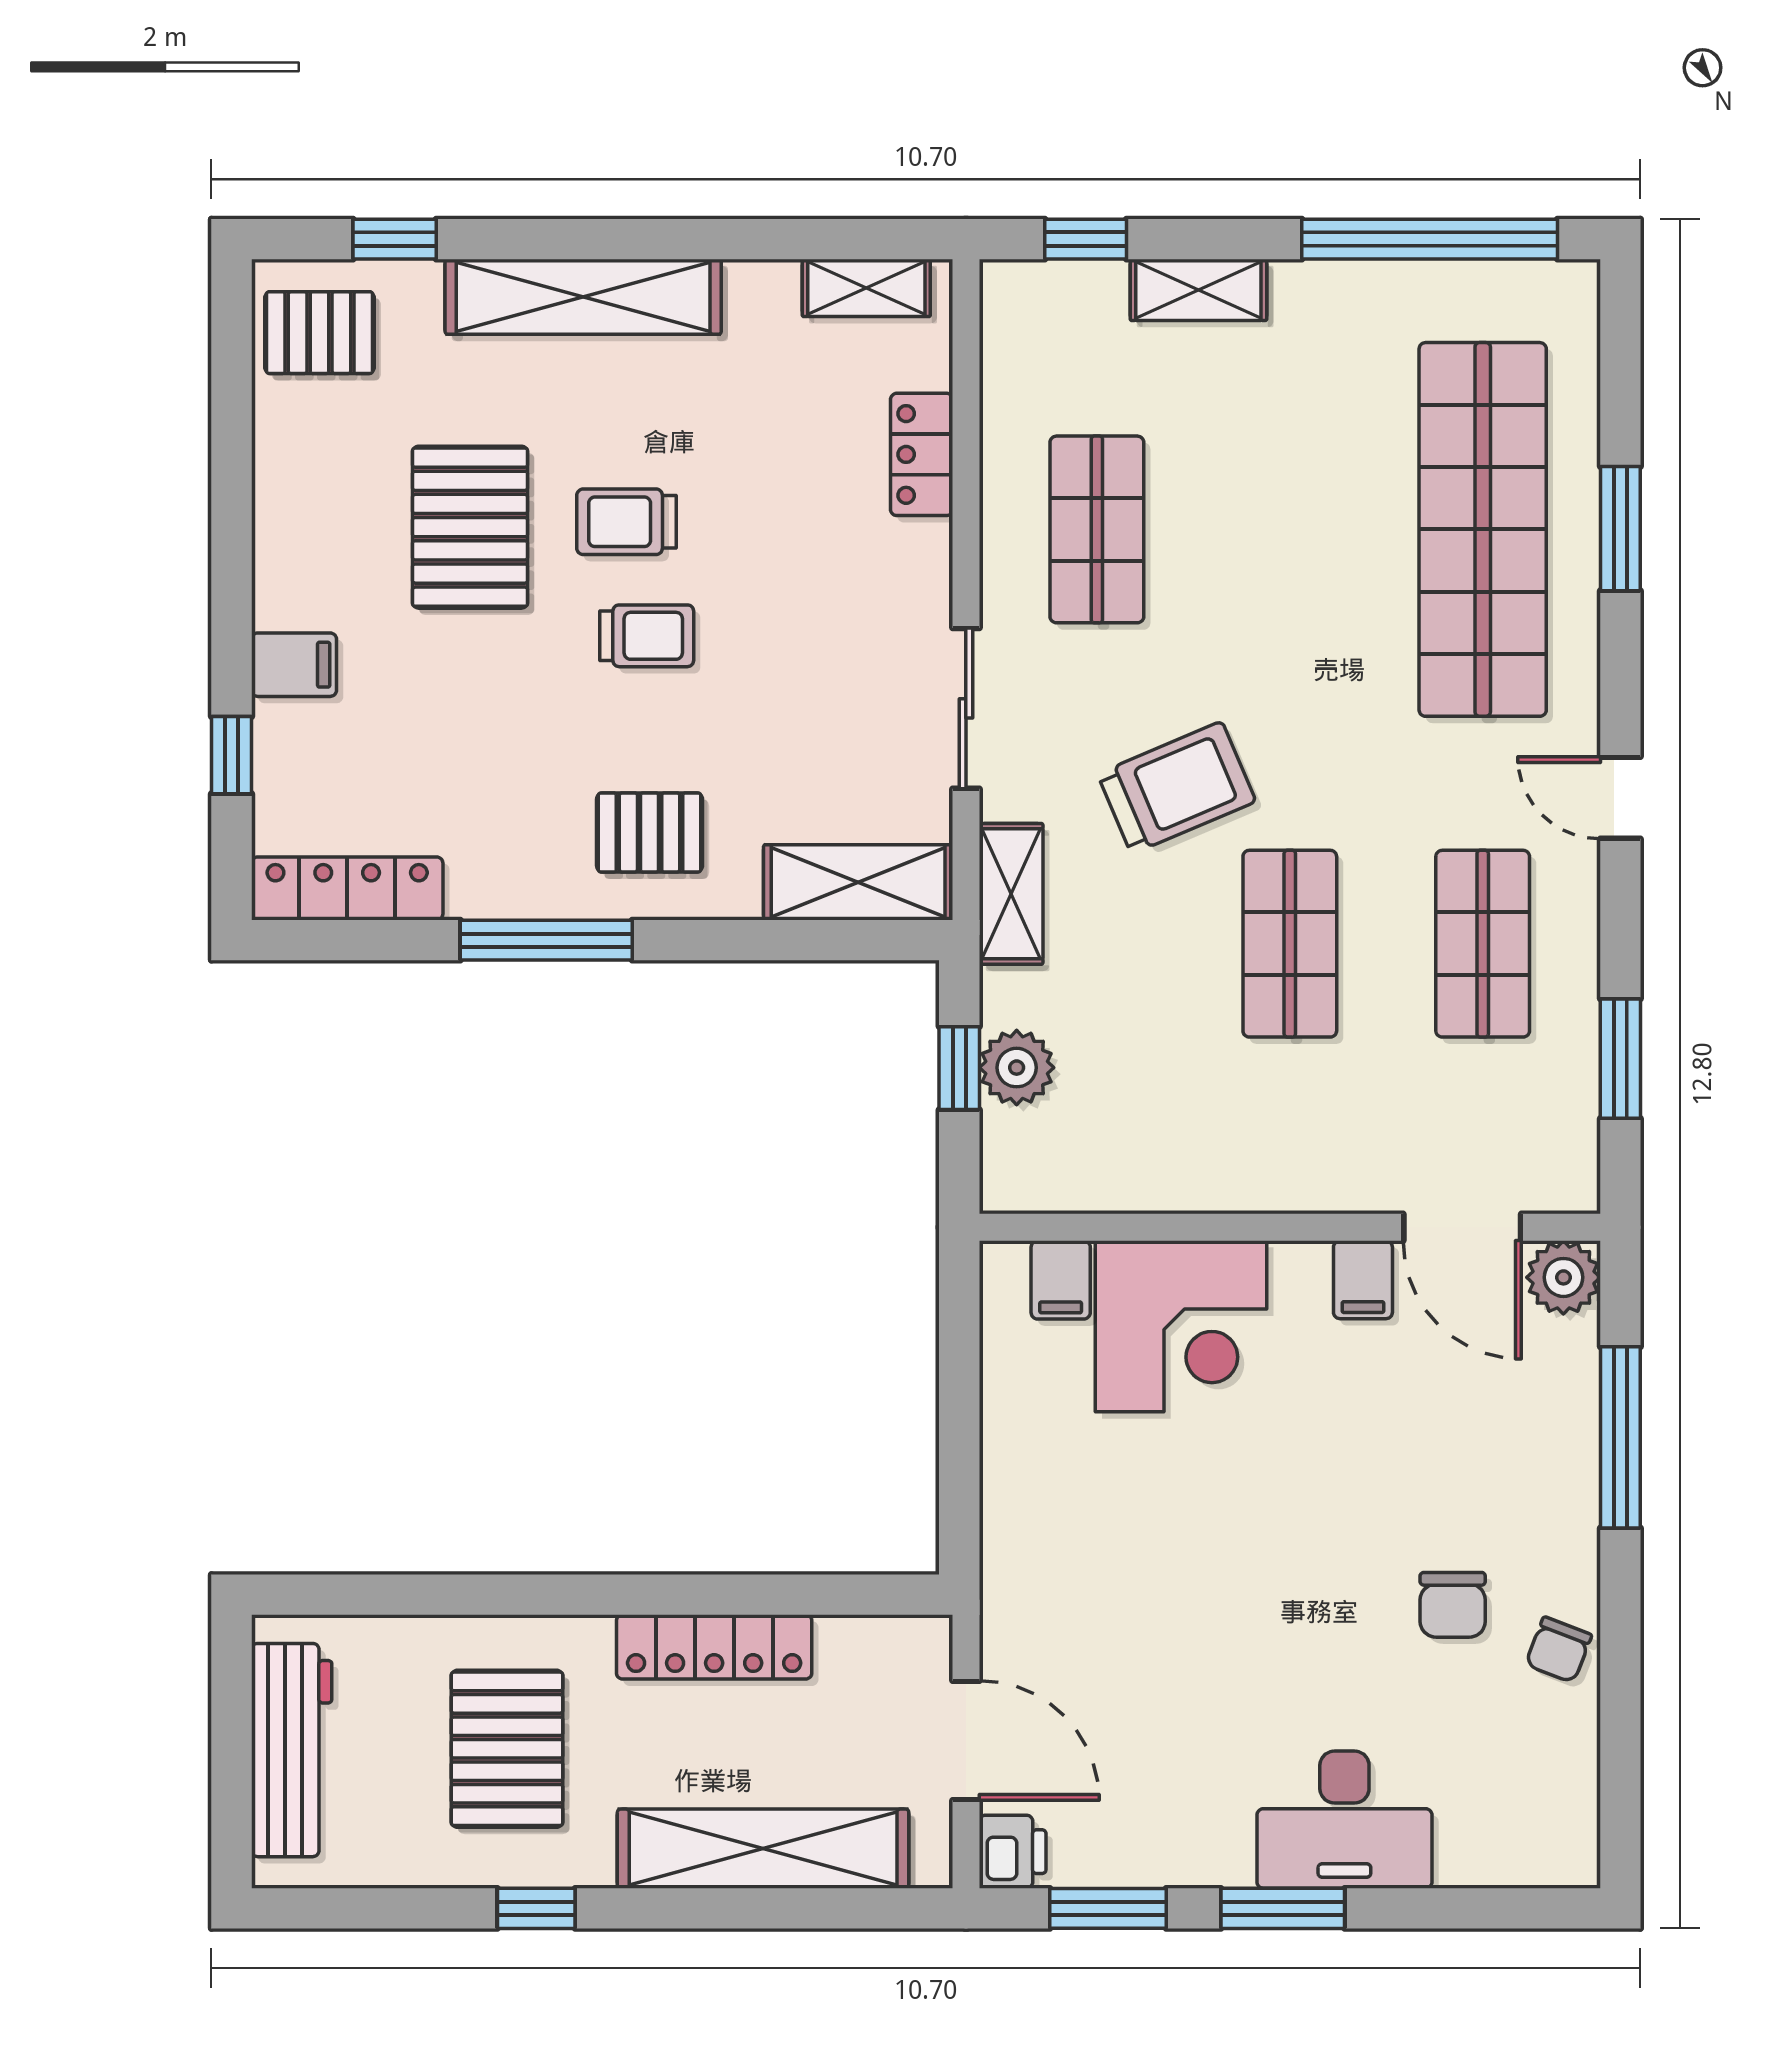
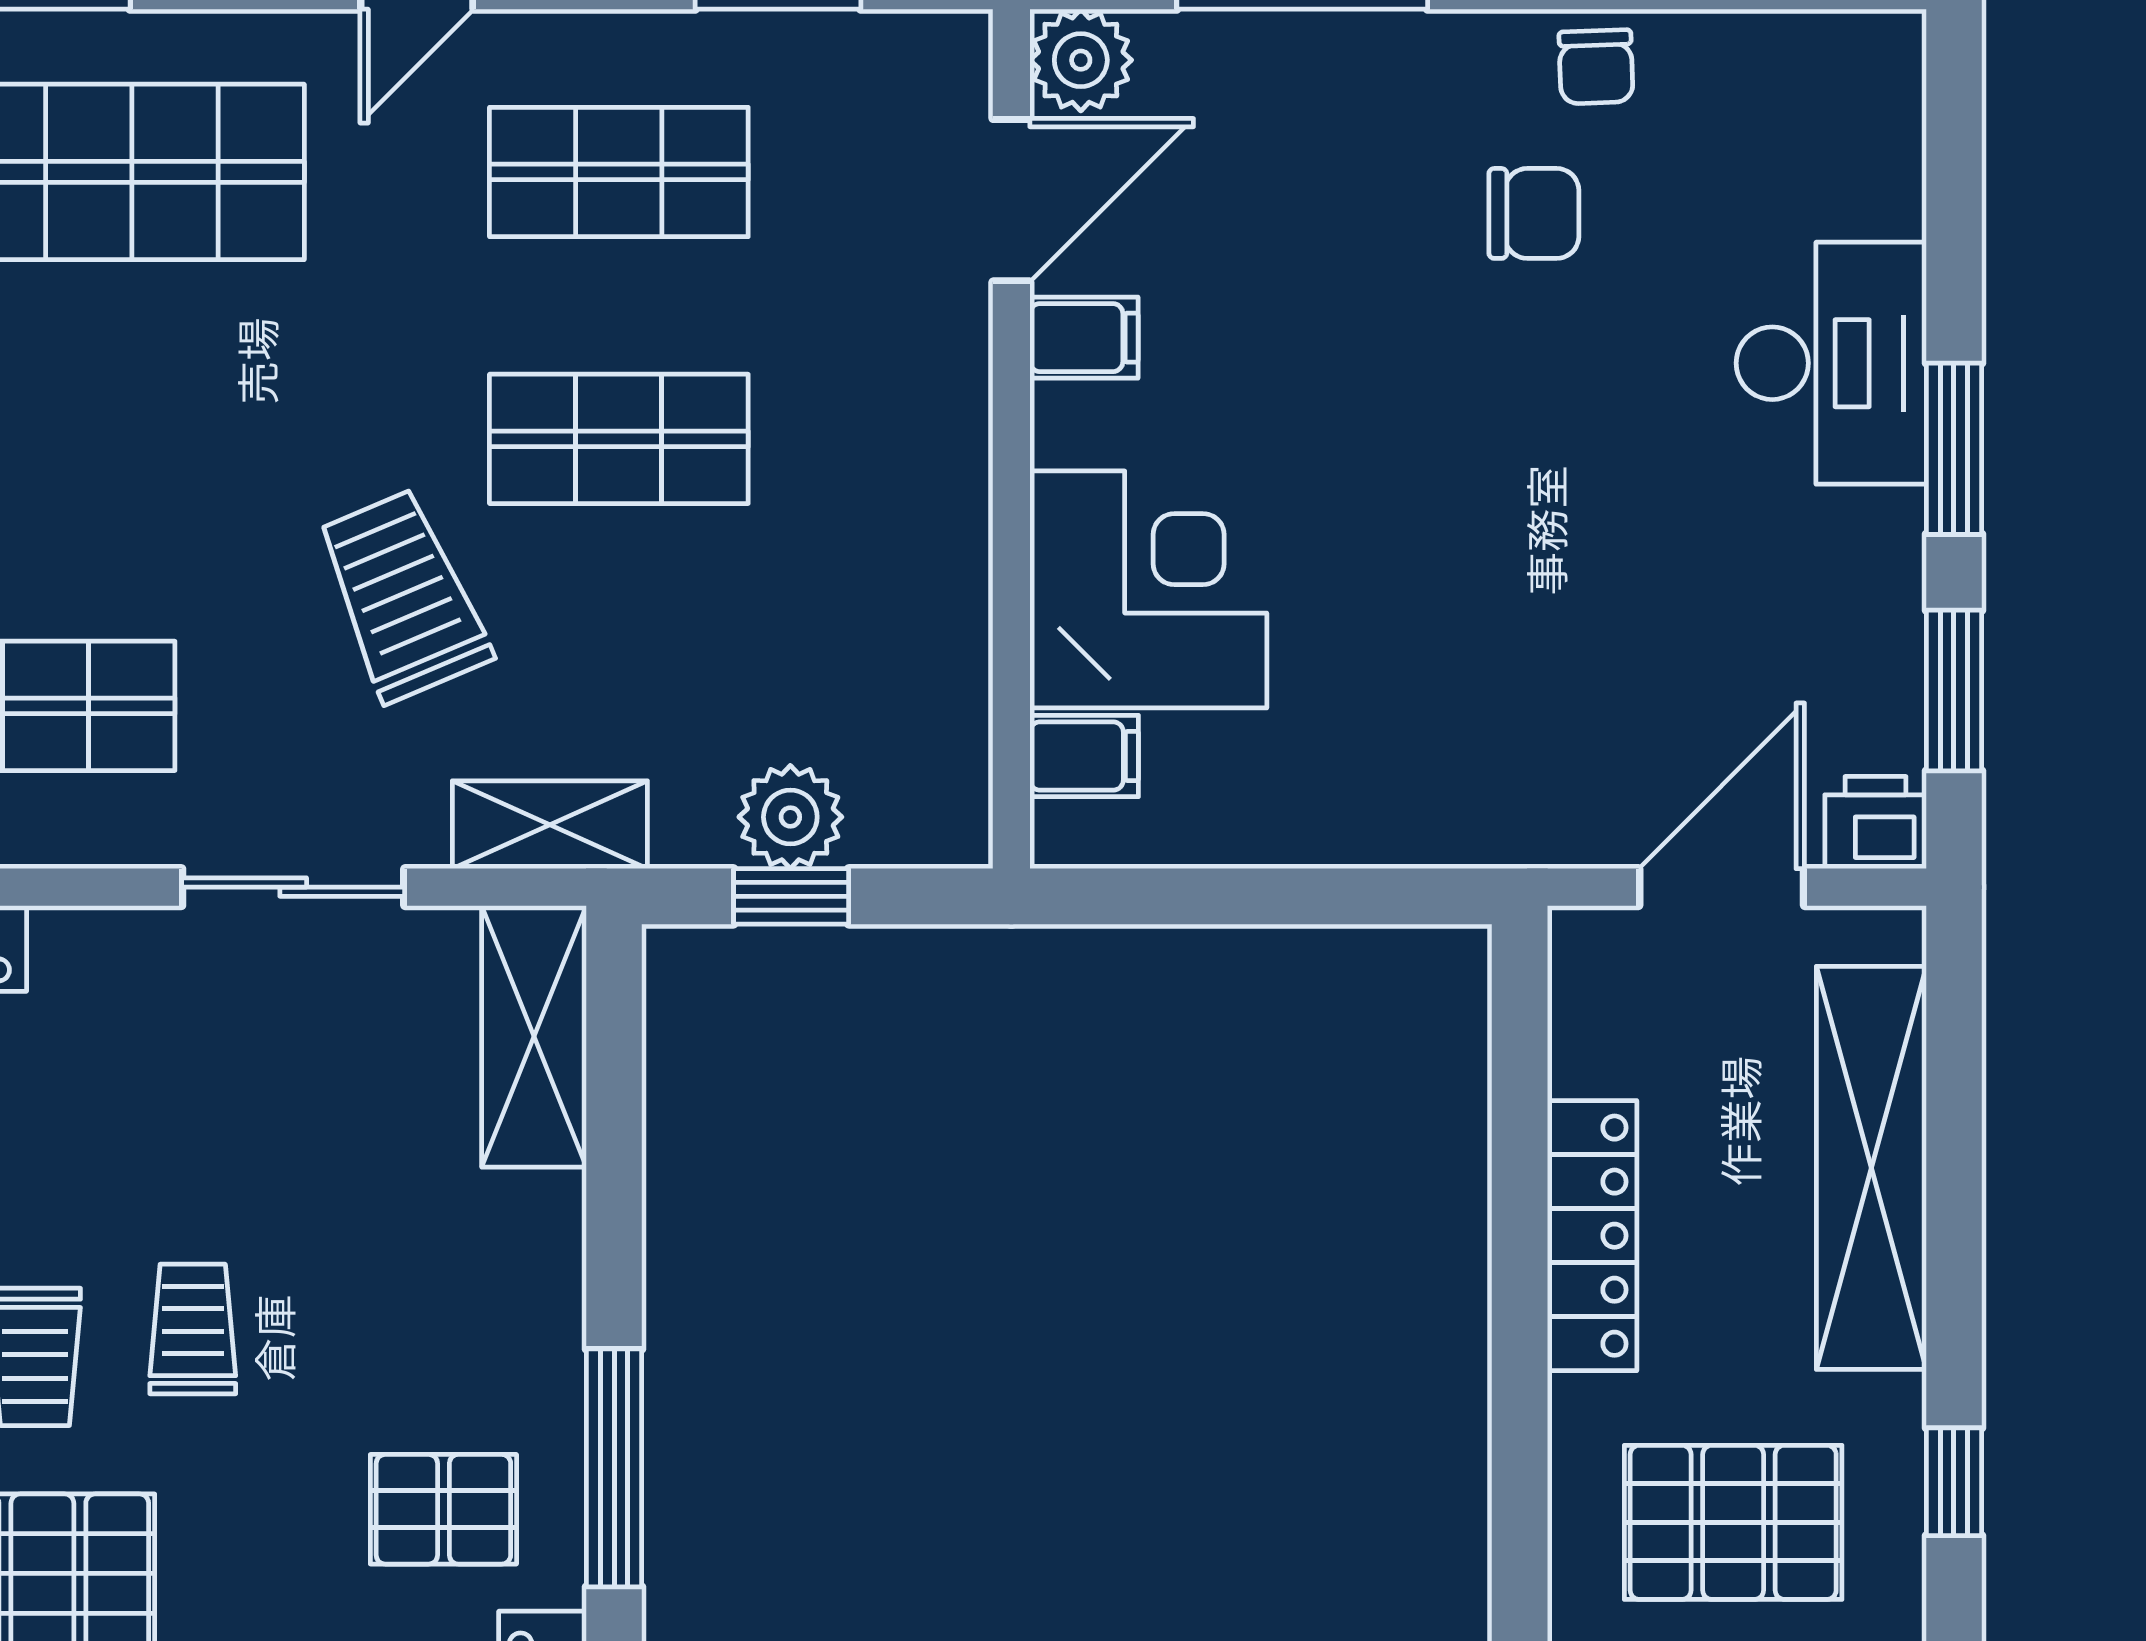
pallet: (650, 832) -> (443, 1509), moved, turned 90
chair: (1559, 1650) -> (1596, 67), turned 67

